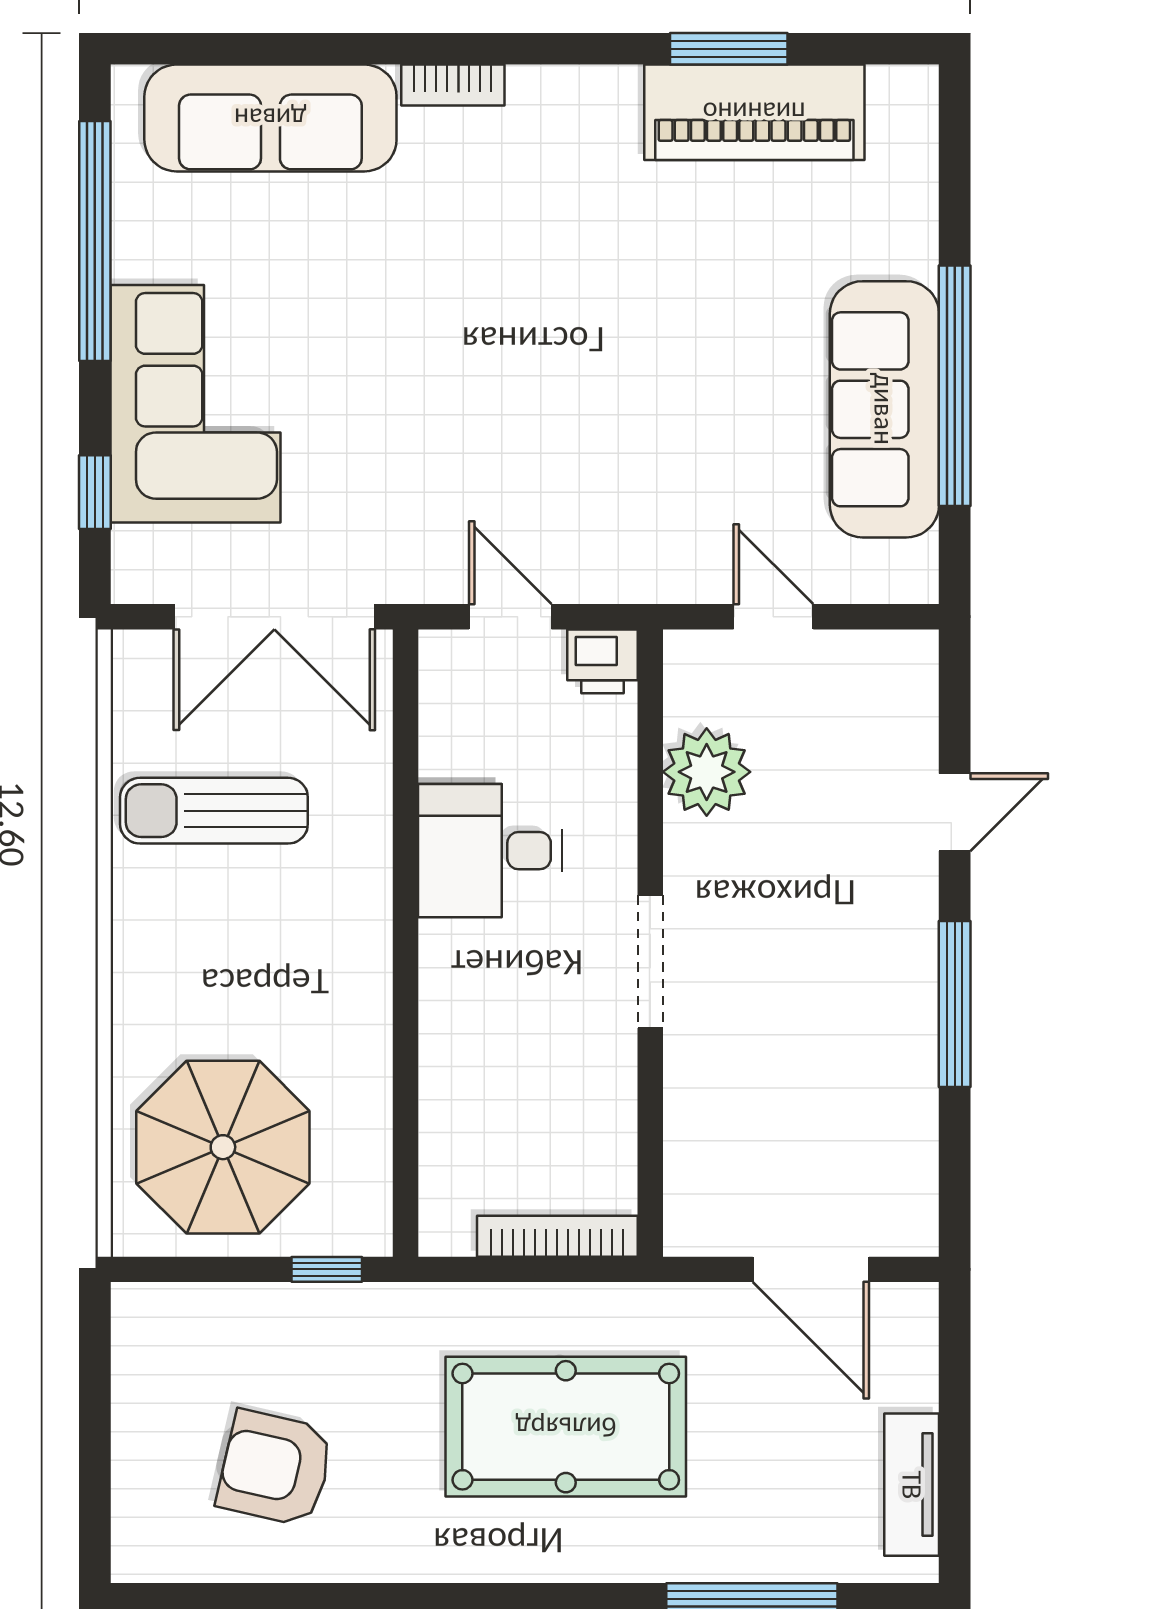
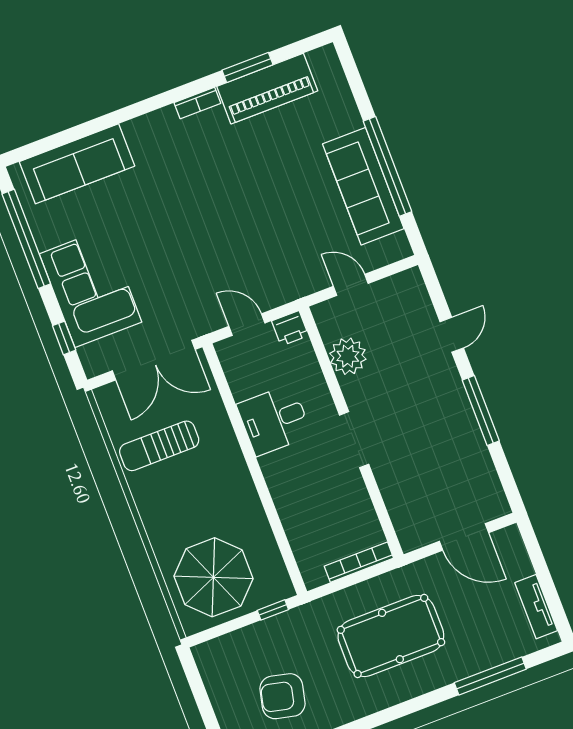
bookcase: (453, 85) -> (197, 103), moved

